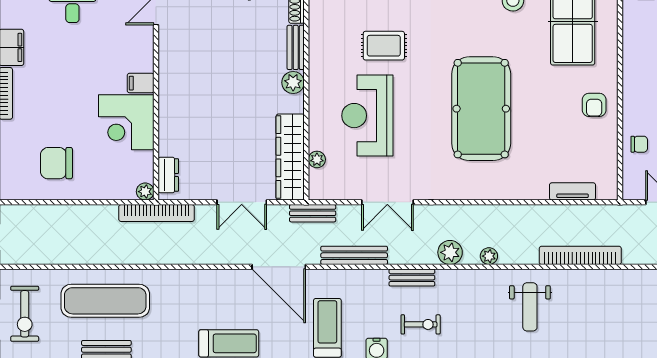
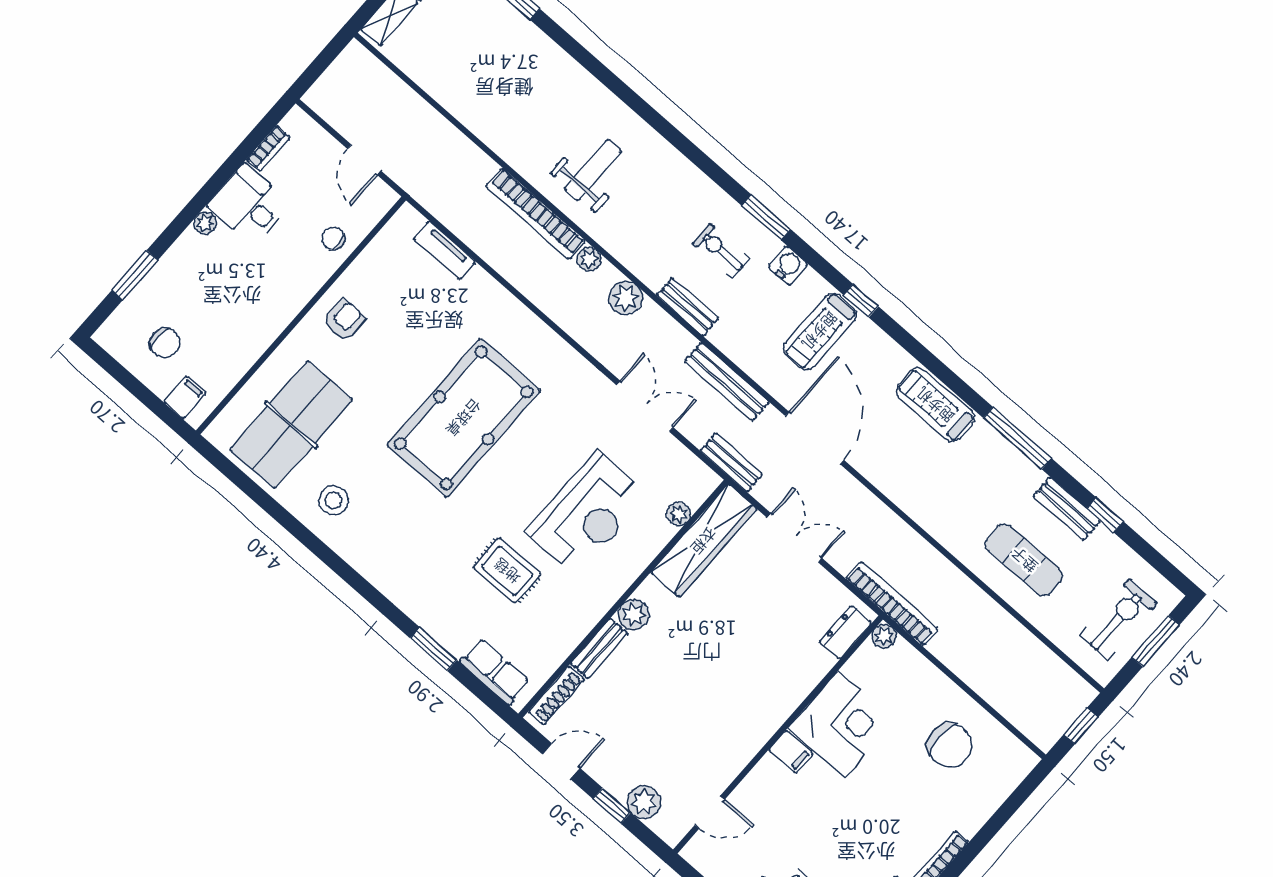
bookcase: (580, 255) -> (536, 214), moved
exercise mat: (105, 301) -> (1024, 560), width x0.73, depth x0.69

